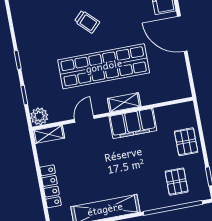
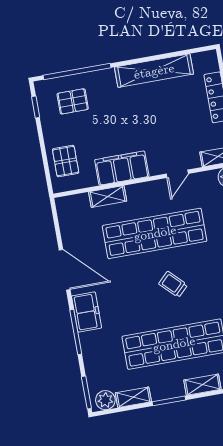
shelving: (124, 102) -> (108, 196), moved
pallet: (186, 142) -> (66, 161), moved
pallet: (177, 182) -> (73, 101), turned 90

